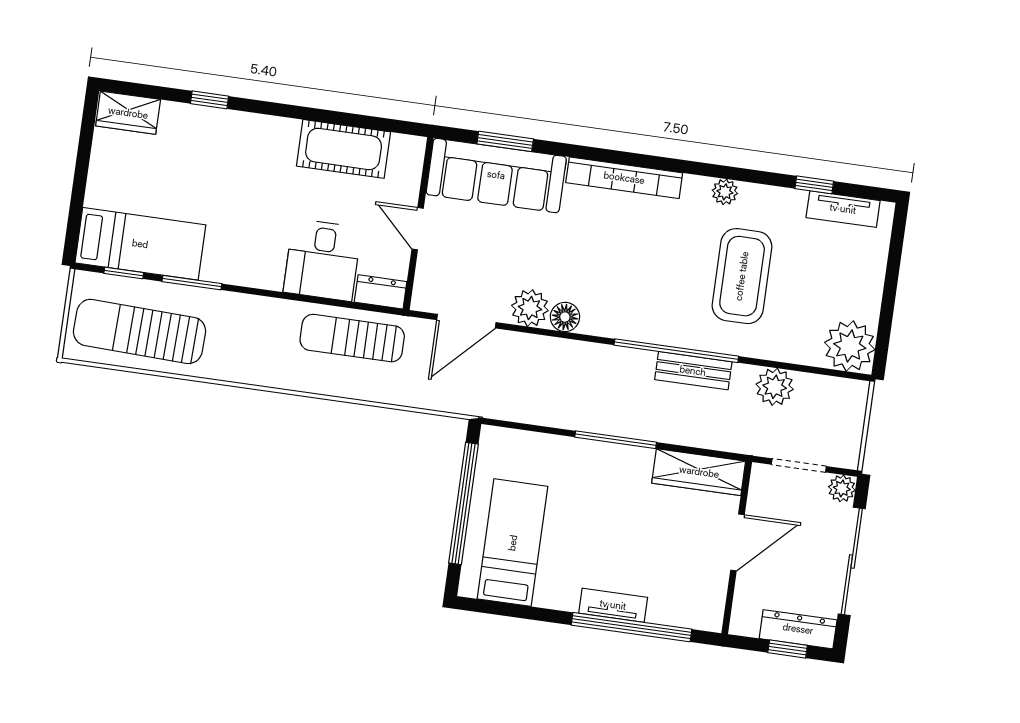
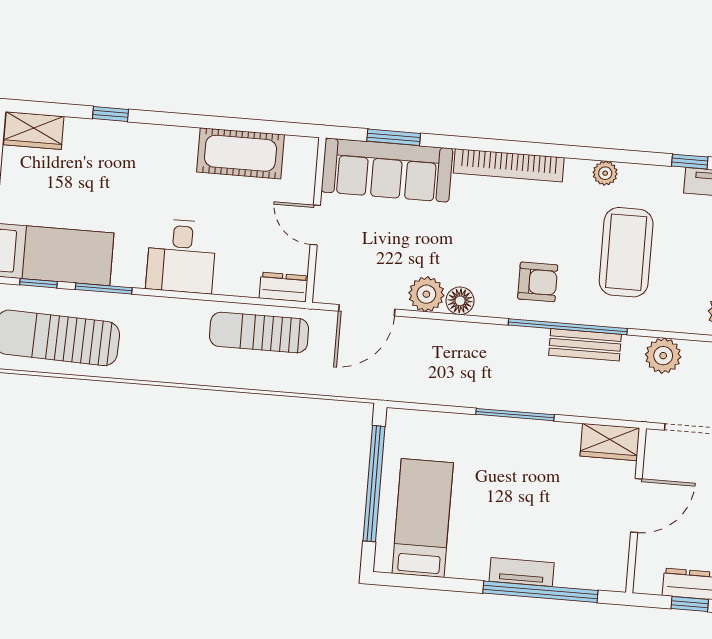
desk: (323, 260) -> (181, 256), moved
armchair: (648, 302) -> (538, 282), added
wardrobe: (699, 472) -> (610, 442), width x0.67

